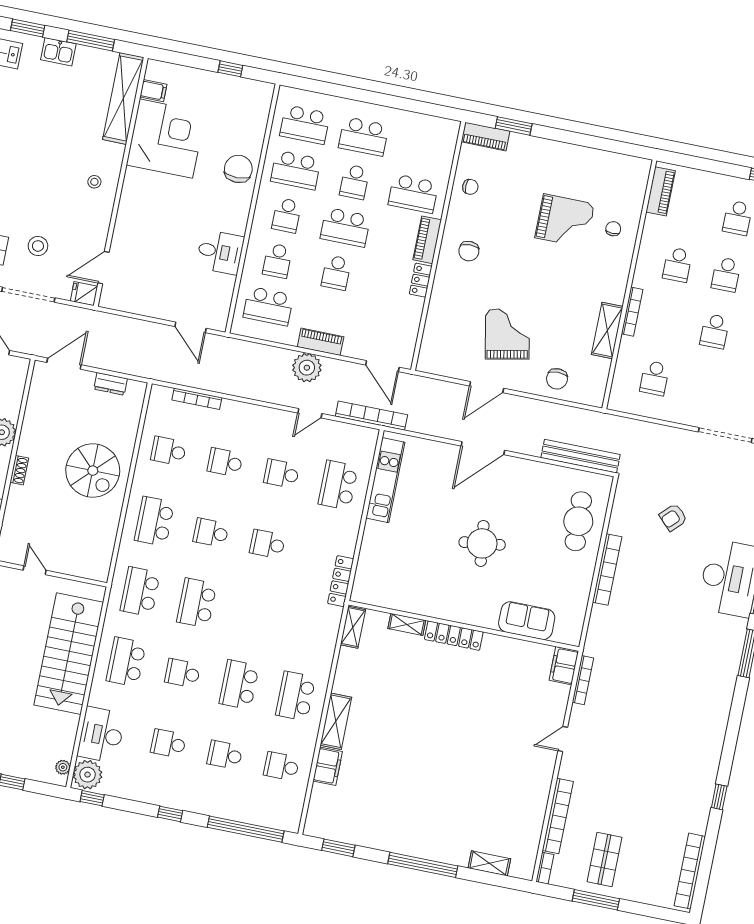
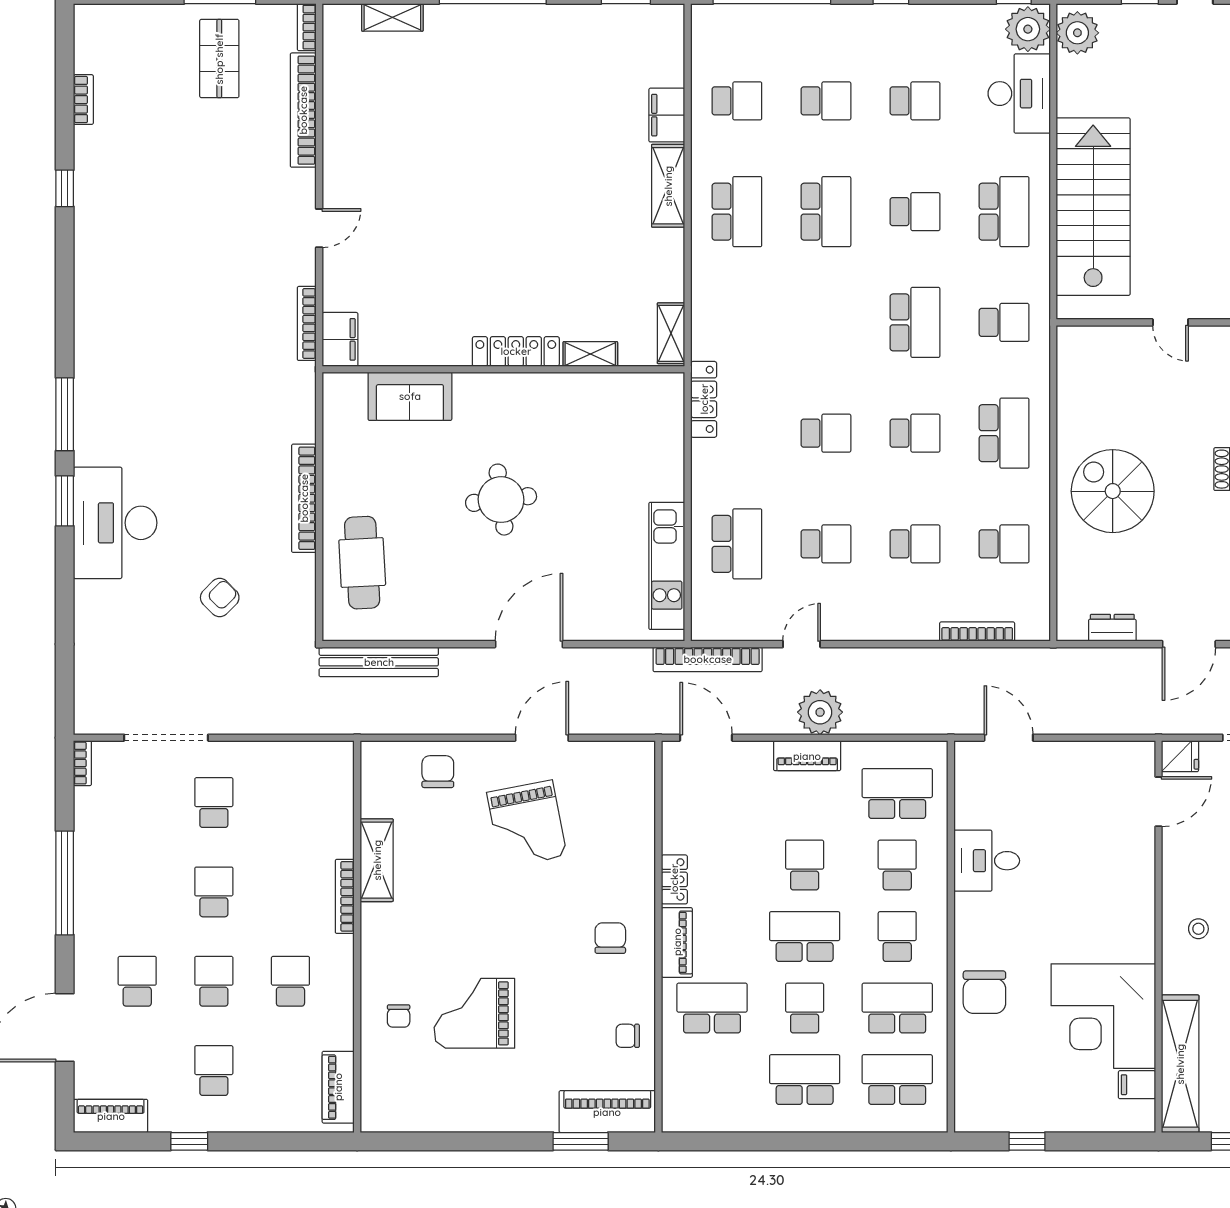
piano: (485, 136) -> (607, 1112), width x1.37, depth x1.33
school desk: (655, 378) -> (214, 803), moved
school desk: (140, 592) -> (1004, 322), width x0.54
plant: (63, 767) -> (1077, 33), width x1.88, depth x1.88
bookcase: (690, 871) -> (83, 100), width x0.43, depth x0.76

